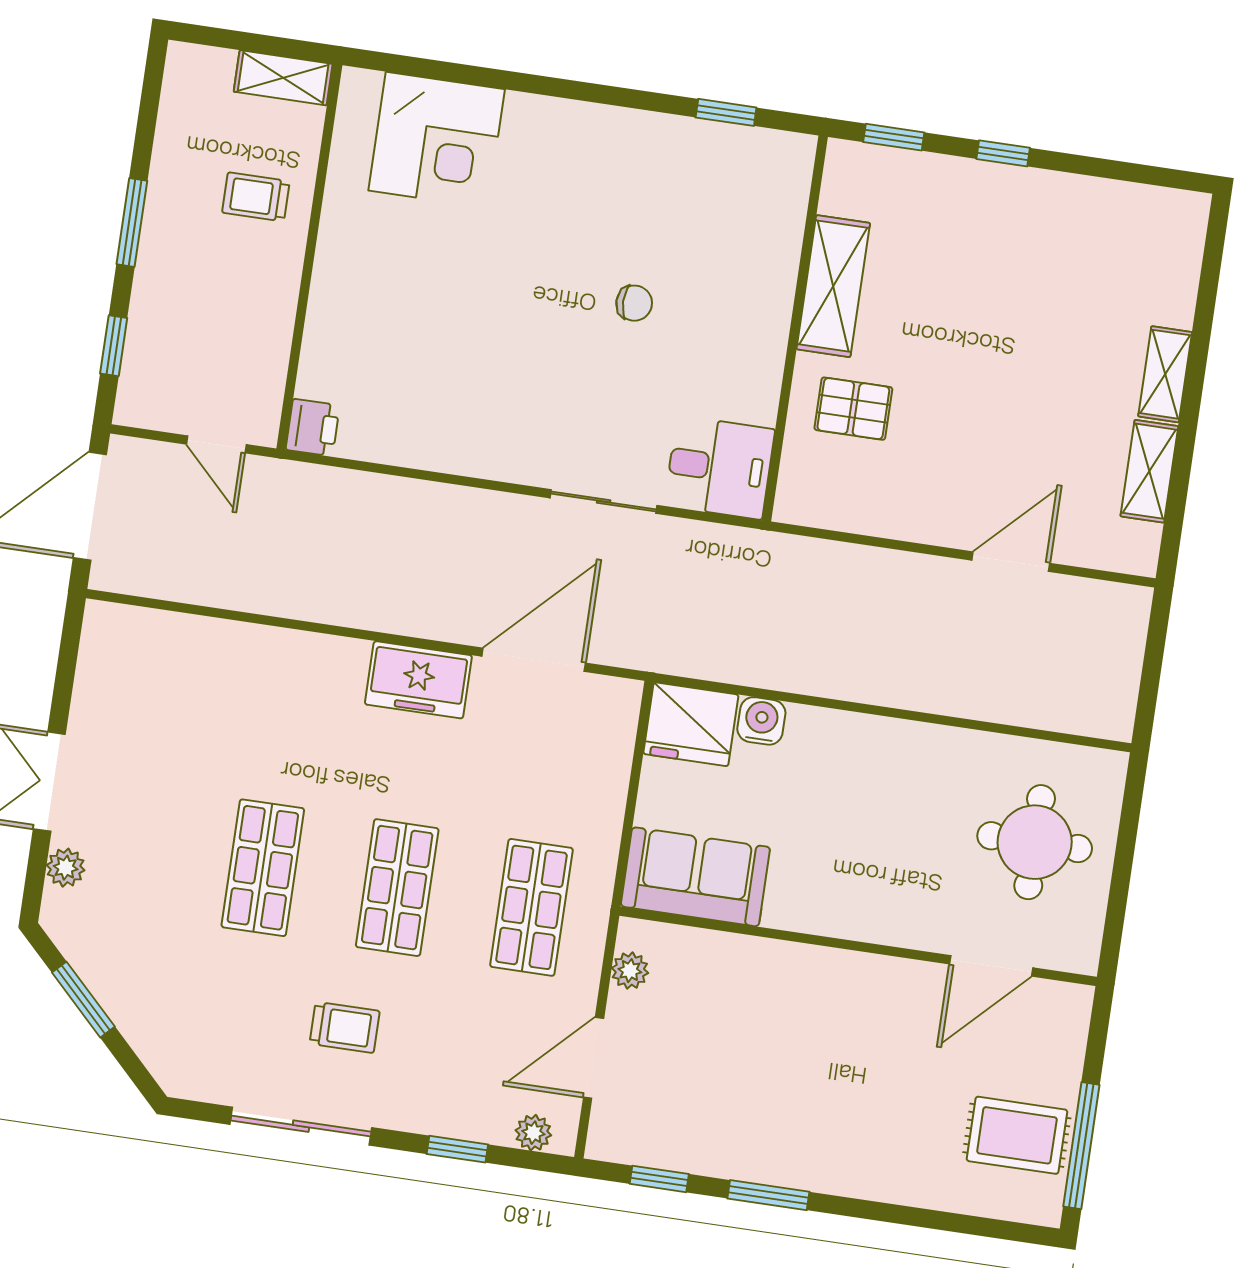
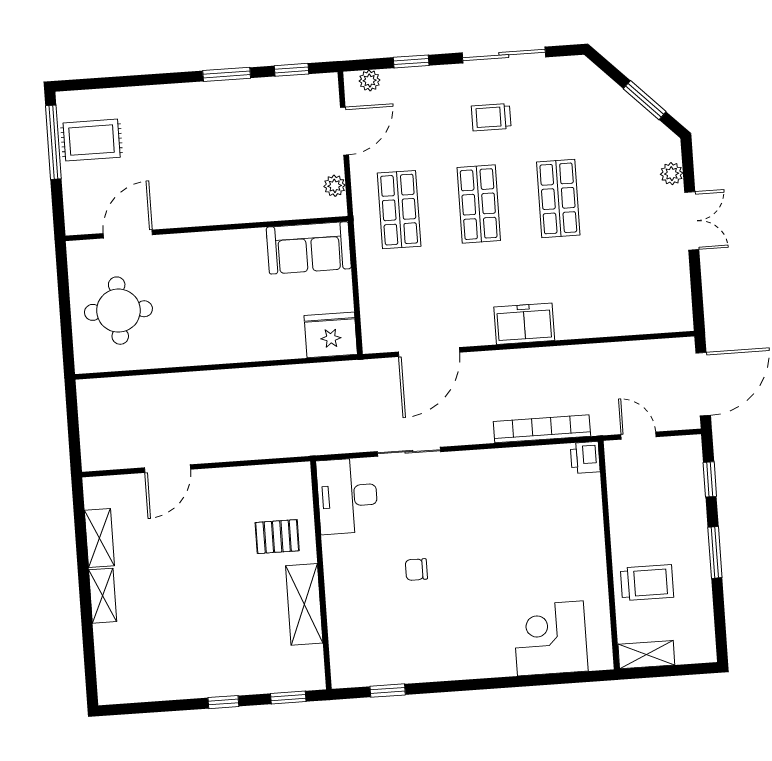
trolley: (256, 197) -> (647, 583), width x1.36, depth x1.39
desk: (720, 467) -> (347, 496), width x1.37
bookcase: (374, 491) -> (542, 429), added
freezer: (418, 680) -> (524, 324), moved
water cooler: (761, 721) -> (291, 346), removed

